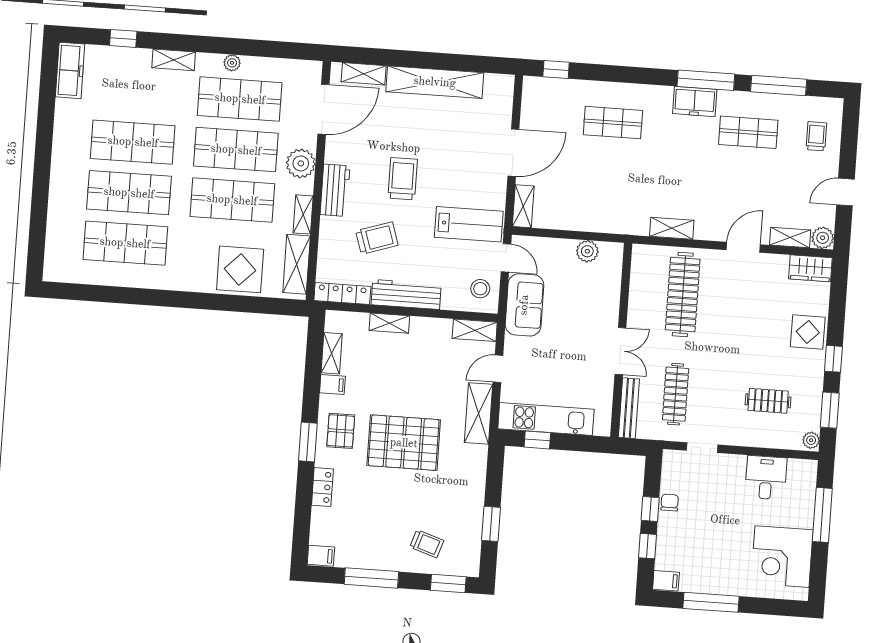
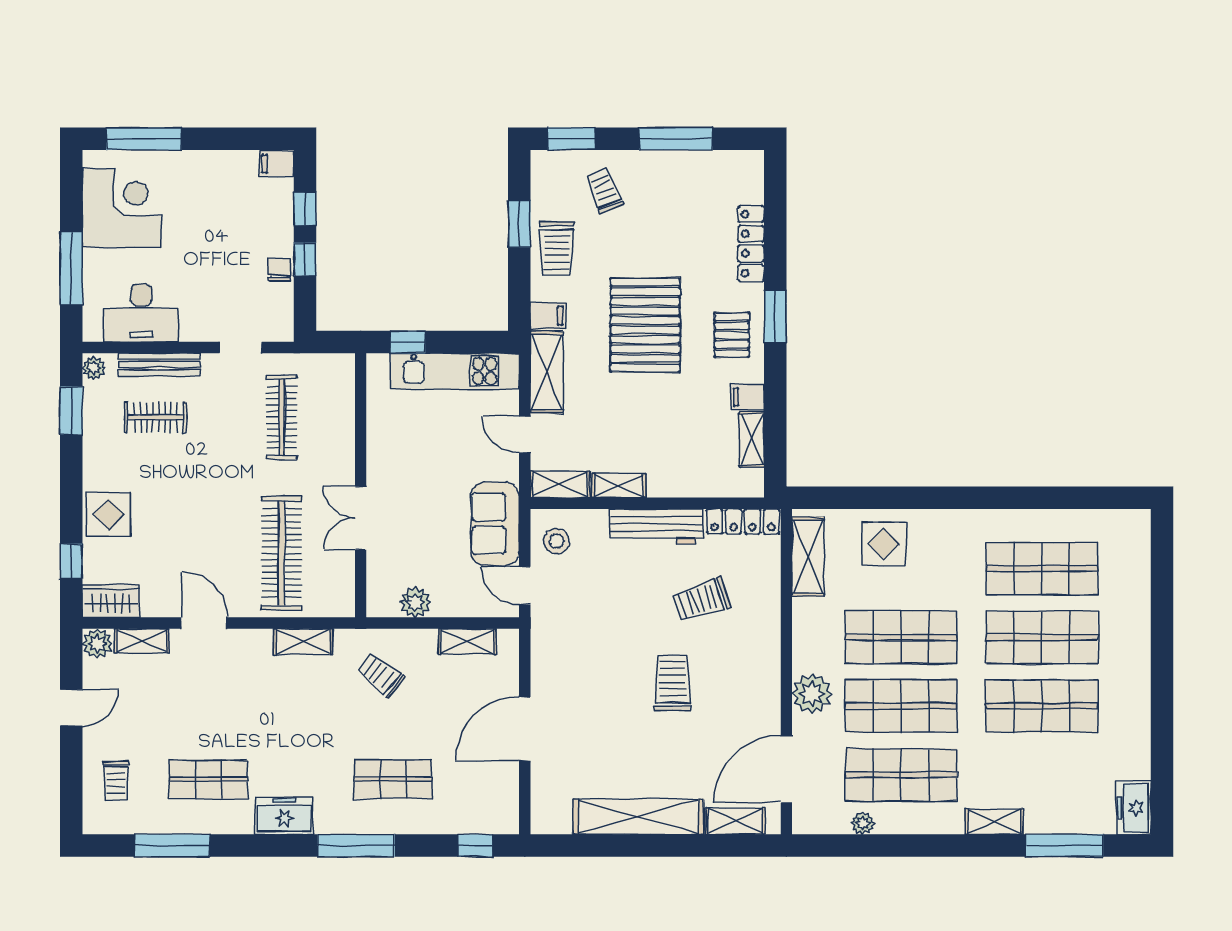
window: (123, 38) -> (1065, 846), width x2.17
plant: (232, 63) -> (863, 823), moved
freezer: (70, 70) -> (1134, 808), width x0.71
window: (706, 80) -> (356, 846), moved
trolley: (403, 179) -> (672, 683), turned 180
workbench: (335, 190) -> (763, 661), removed
trolley: (617, 200) -> (380, 675), added
shelving: (523, 206) -> (467, 641), moved, turned 90
shelving: (303, 214) -> (804, 625), removed
lab bench: (469, 224) -> (578, 627), removed
door: (743, 247) -> (204, 623), swing flipped
display table: (240, 269) -> (884, 544), width x0.73, depth x0.73
shelving: (389, 323) -> (619, 486), moved
double door: (620, 351) -> (361, 518), moved
window: (833, 359) -> (71, 561), moved
door: (498, 369) -> (525, 435), swing flipped
bench: (629, 408) -> (160, 364), moved, turned 90
window: (537, 440) -> (408, 342), moved
pallet: (404, 443) -> (645, 325), turned 90
desk: (766, 478) -> (141, 313), width x1.37
locker: (322, 487) -> (751, 244), width x1.53
chair: (670, 503) -> (279, 270), turned 180
trolley: (465, 504) -> (557, 249), added
trolley: (427, 544) -> (604, 191), turned 50
filing cabinet: (321, 556) -> (548, 316), moved, turned 180
window: (711, 602) -> (144, 139), moved

